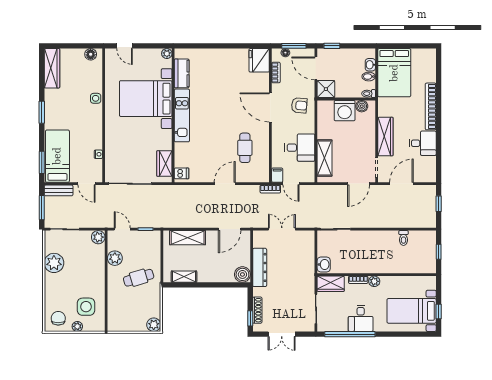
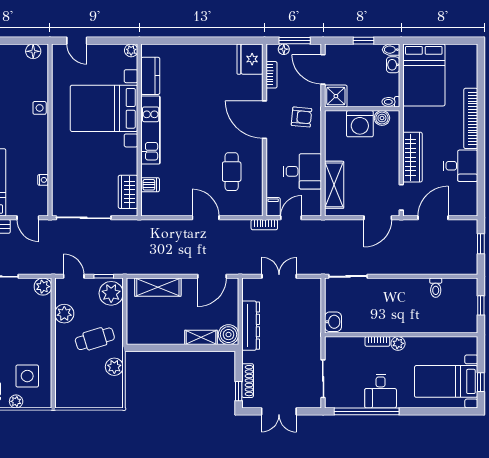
window: (332, 46) -> (364, 41), moved
bidet: (369, 77) -> (391, 50), moved
dishwasher: (182, 173) -> (150, 185), moved
door: (225, 184) -> (206, 218), hinge flipped
door: (291, 184) -> (291, 218), swing flipped
plant: (151, 242) -> (111, 293), added
shelving: (184, 277) -> (201, 337), moved
wardrobe: (331, 284) -> (342, 347), removed
plant: (154, 325) -> (114, 367), moved

